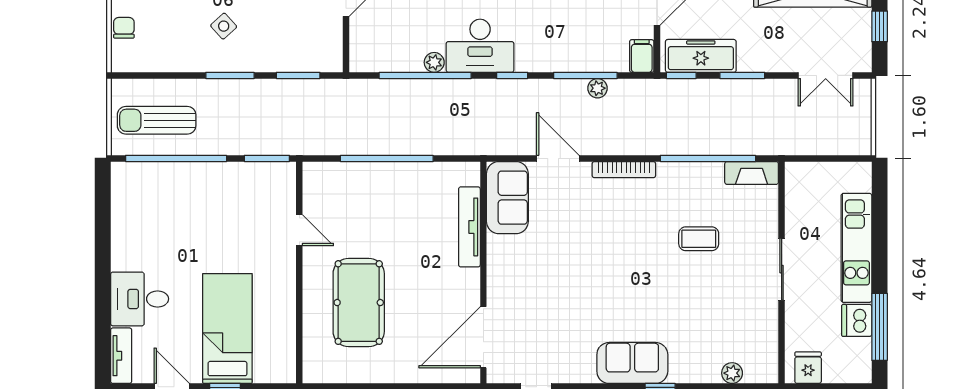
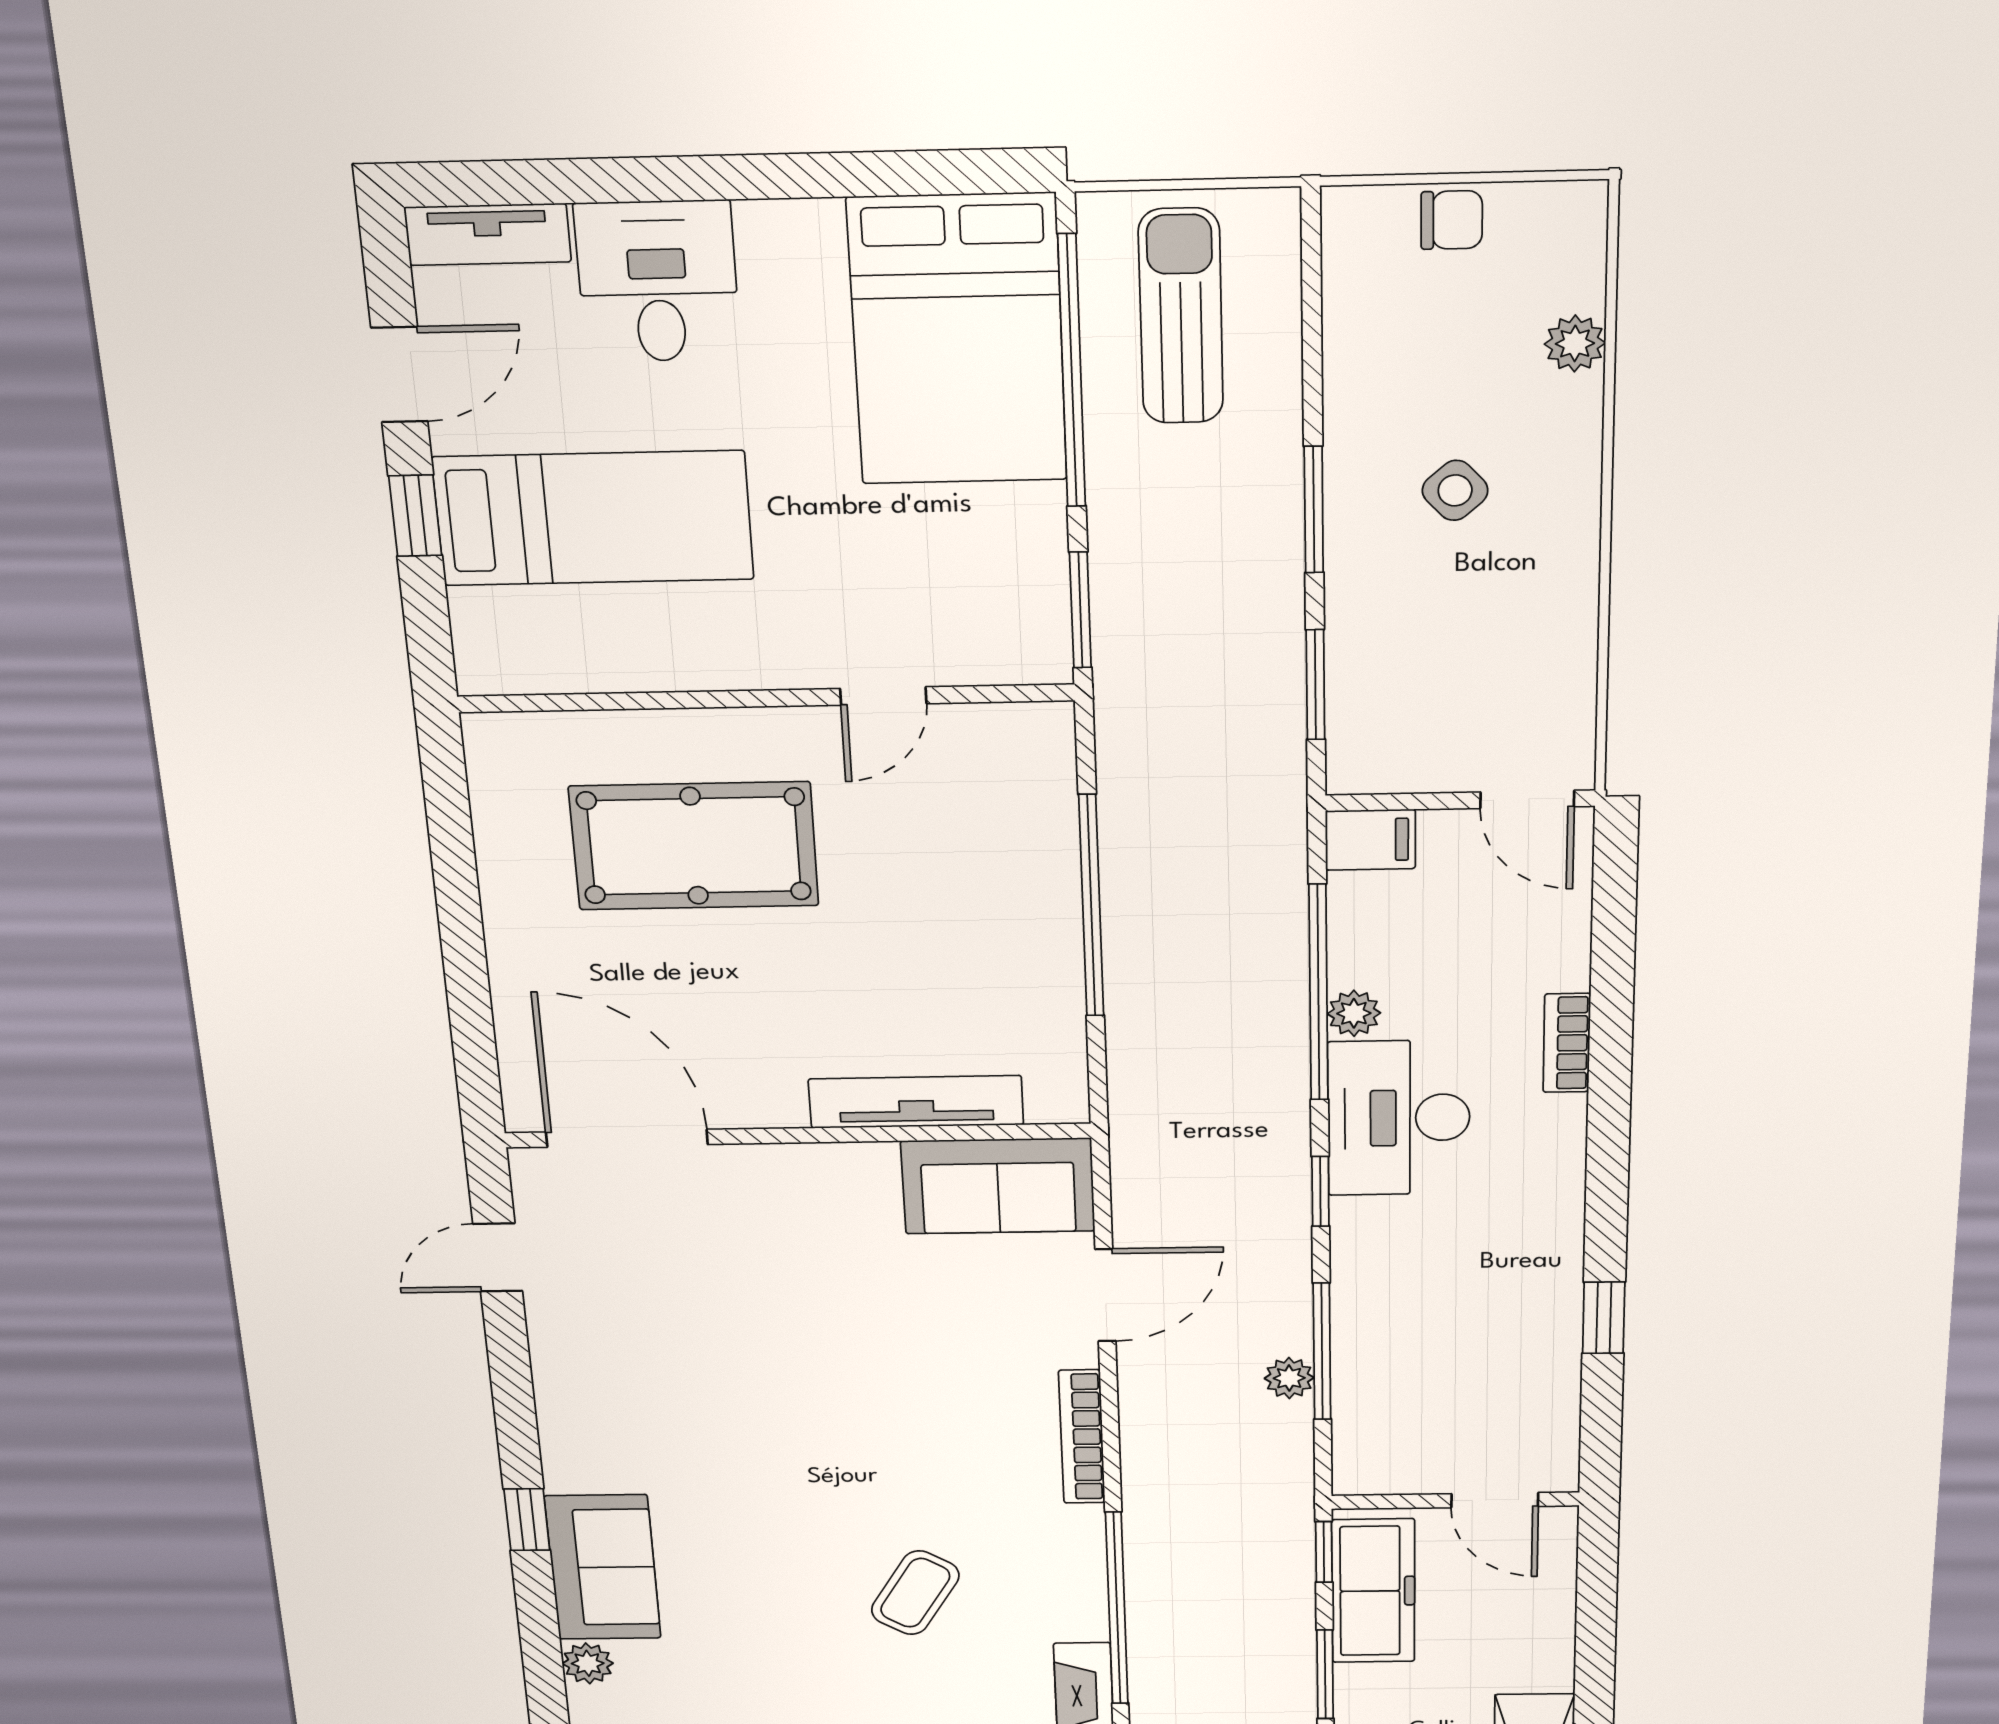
filing cabinet: (642, 56) -> (1370, 840), moved
bed: (163, 197) -> (958, 340), added
coffee table: (699, 239) -> (915, 1593), turned 31
sofa: (632, 363) -> (603, 1567), moved

